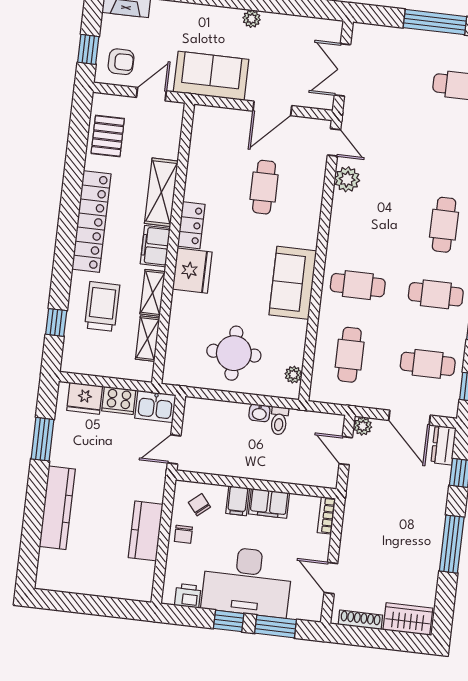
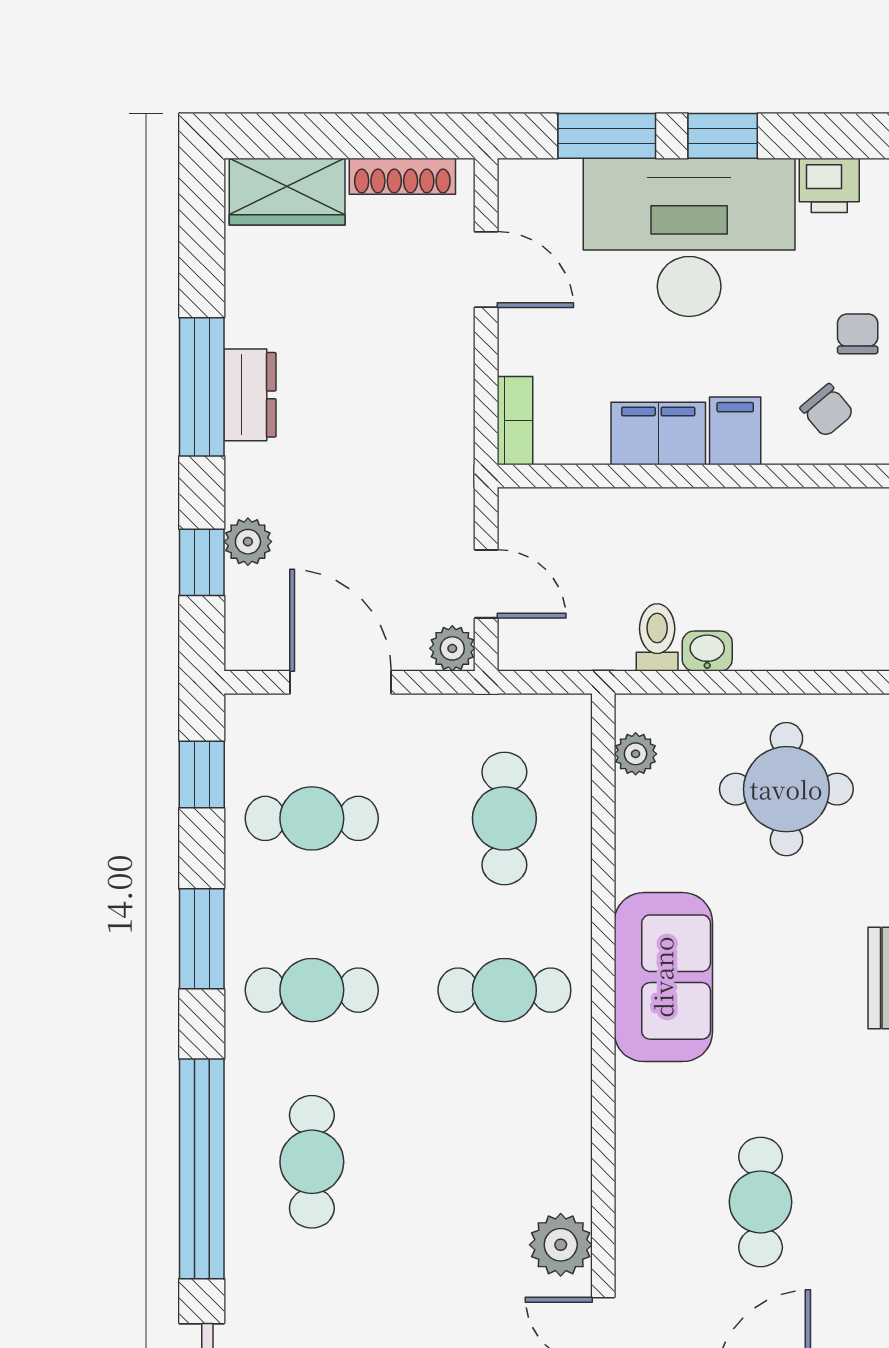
dresser: (443, 445) -> (250, 395), moved
plant: (440, 479) -> (248, 542), added

